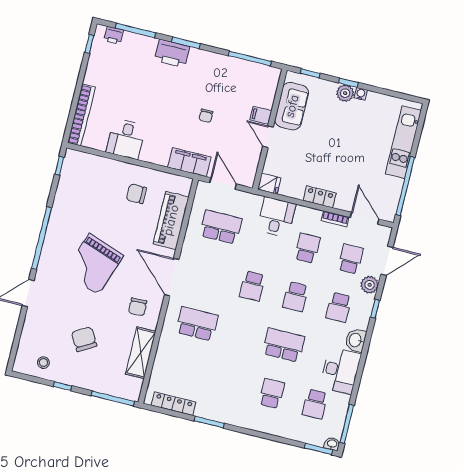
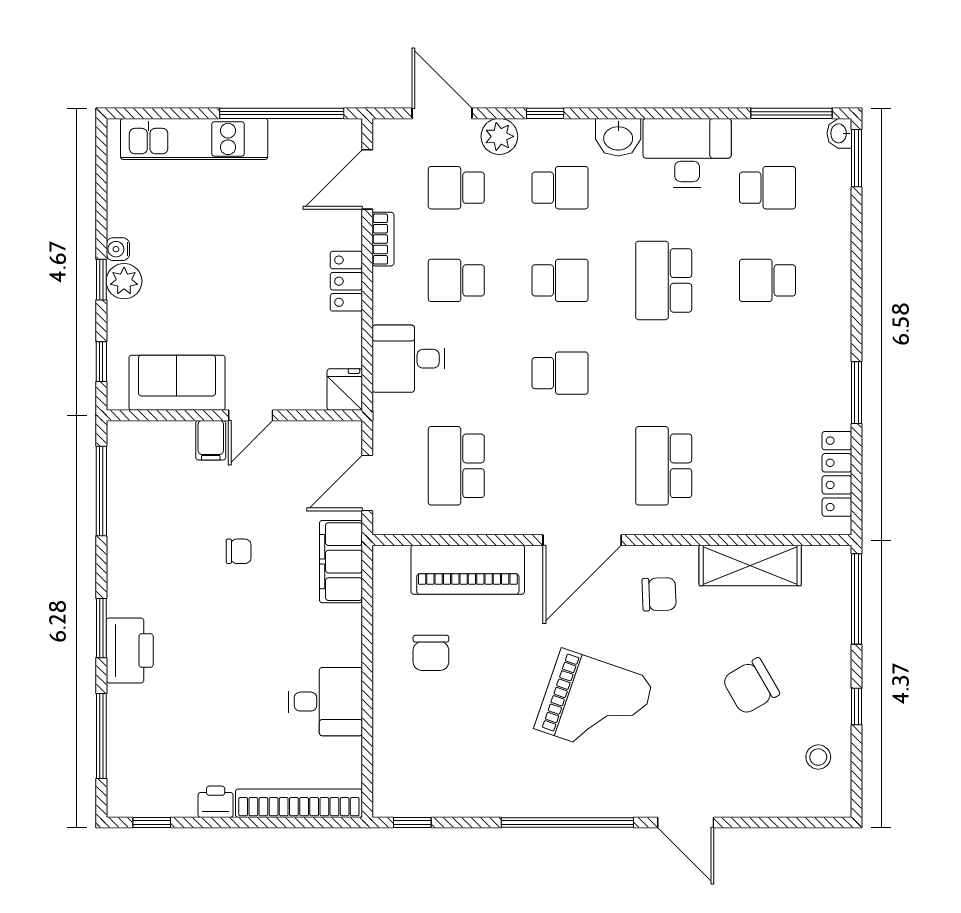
printer: (114, 35) -> (216, 802), moved, turned -90

